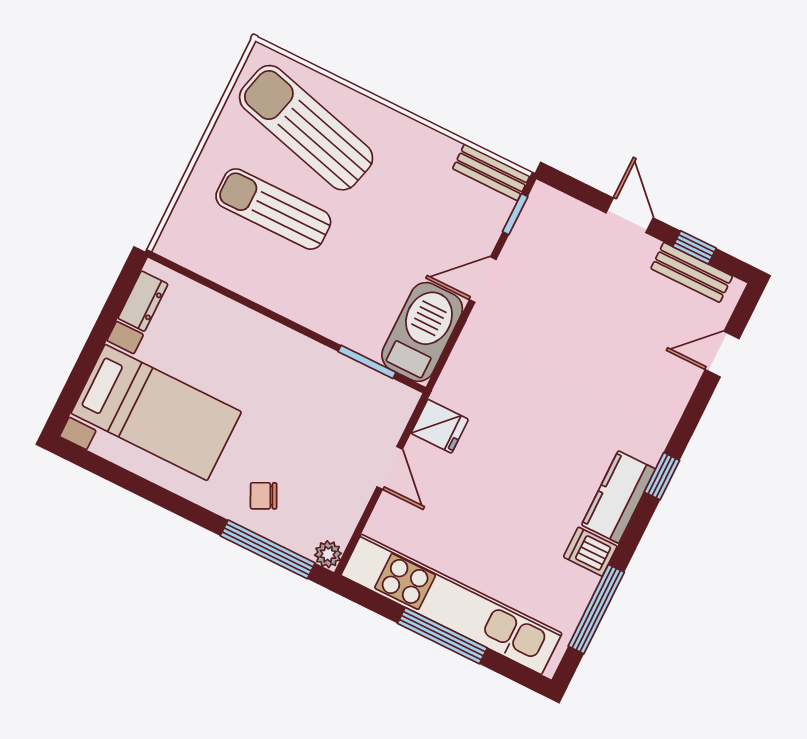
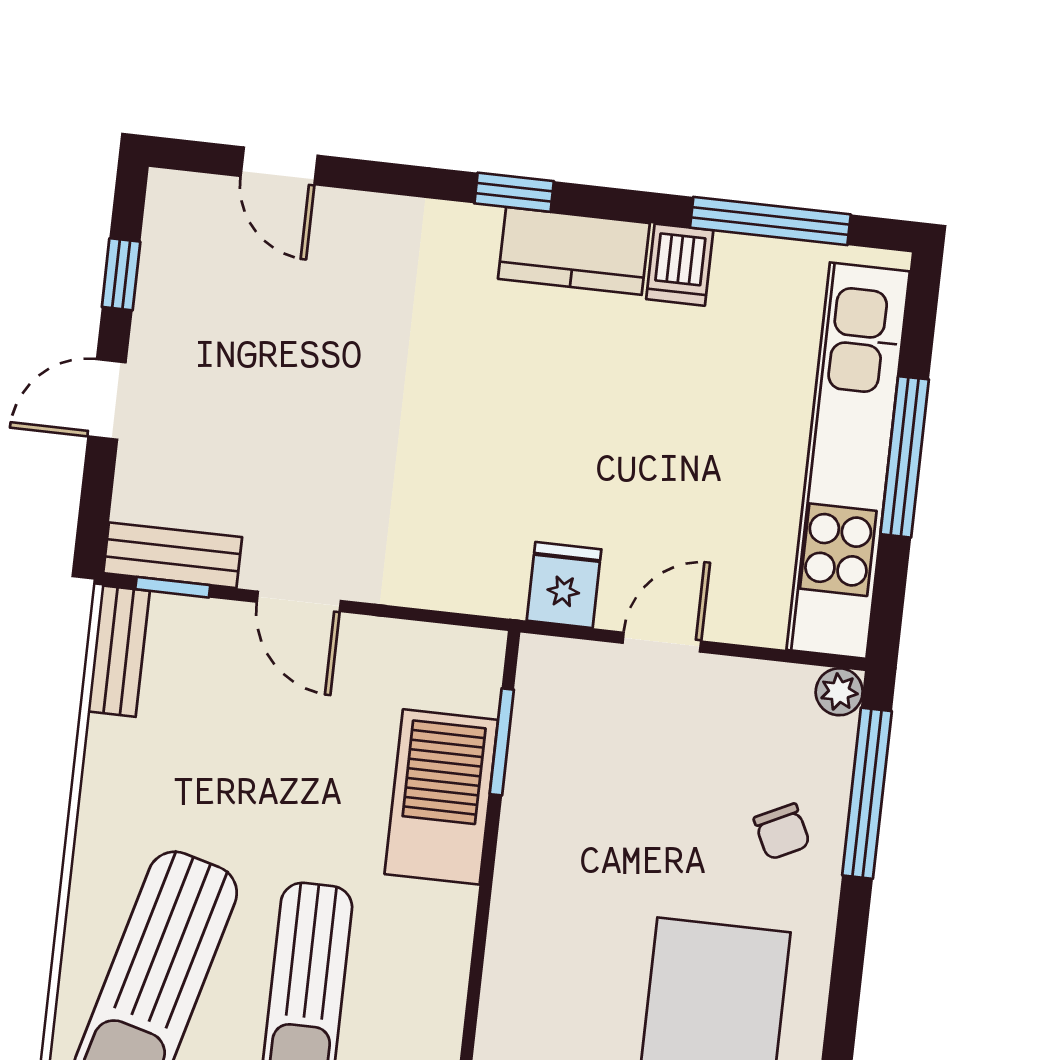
bench: (692, 272) -> (173, 555), moved, turned 90
barbecue: (422, 332) -> (441, 797), moved, turned 90

